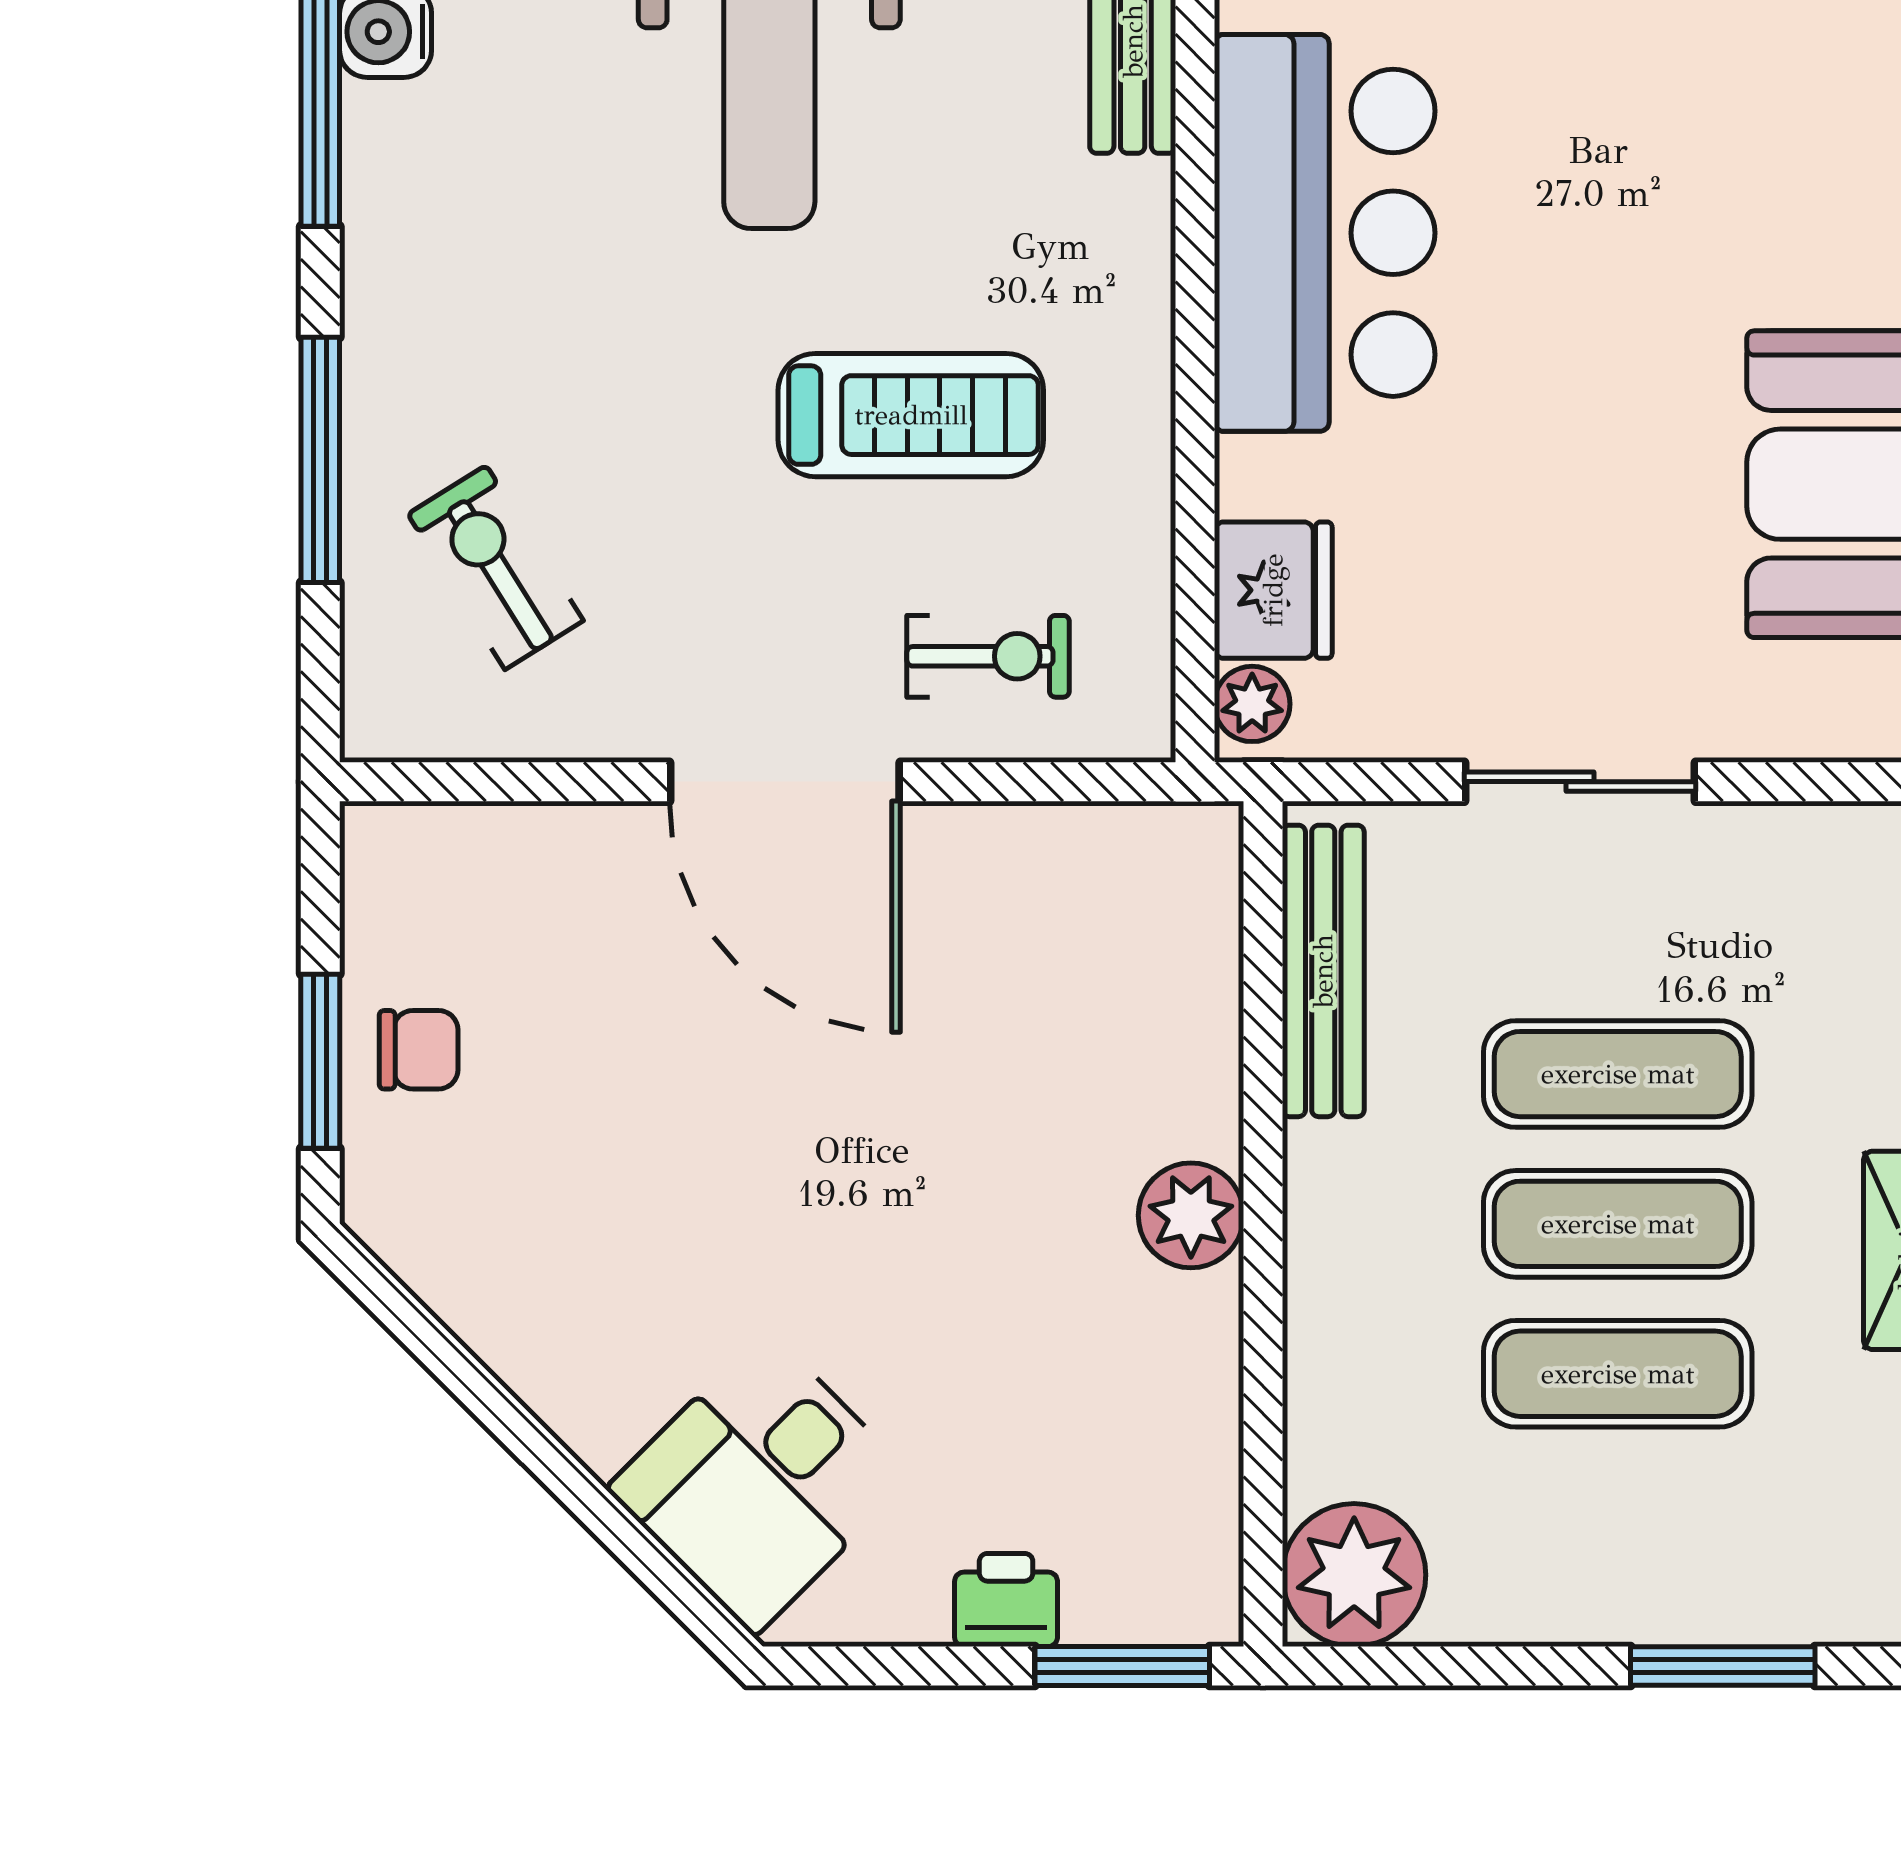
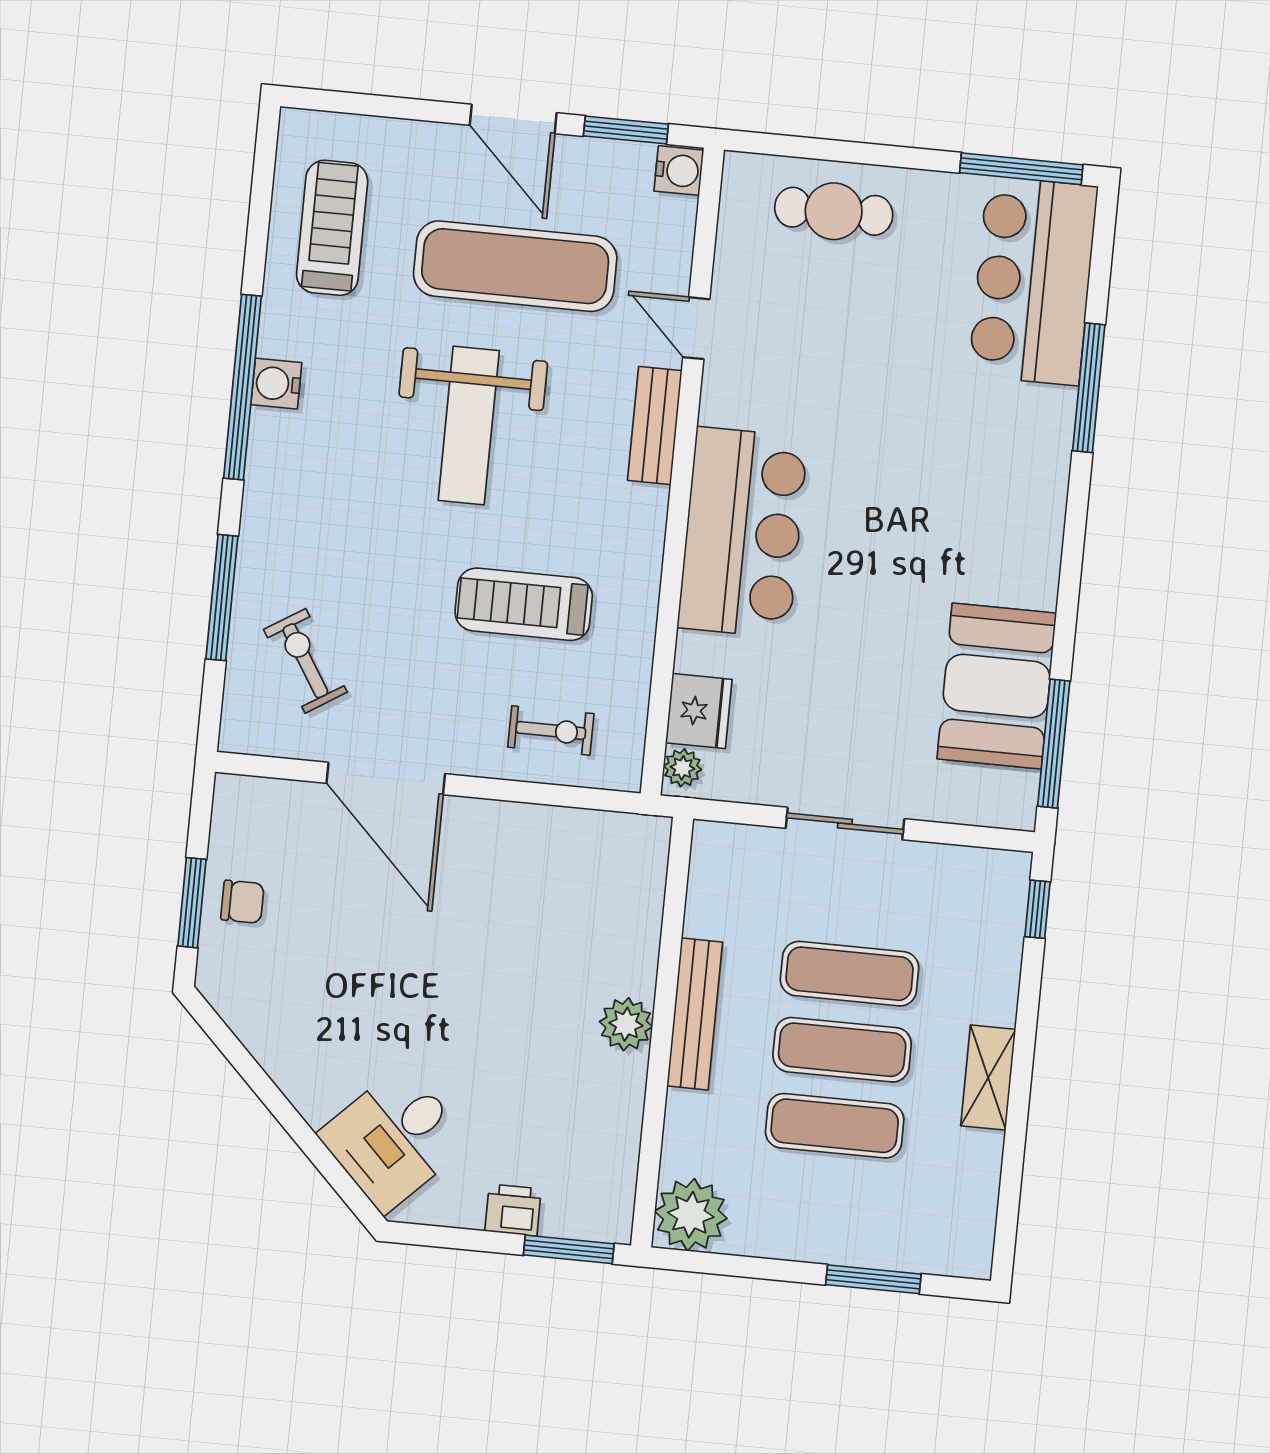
treadmill: (911, 415) -> (524, 604), turned 180
door: (785, 782) -> (386, 778), moved
bench: (1323, 971) -> (695, 1014), moved

